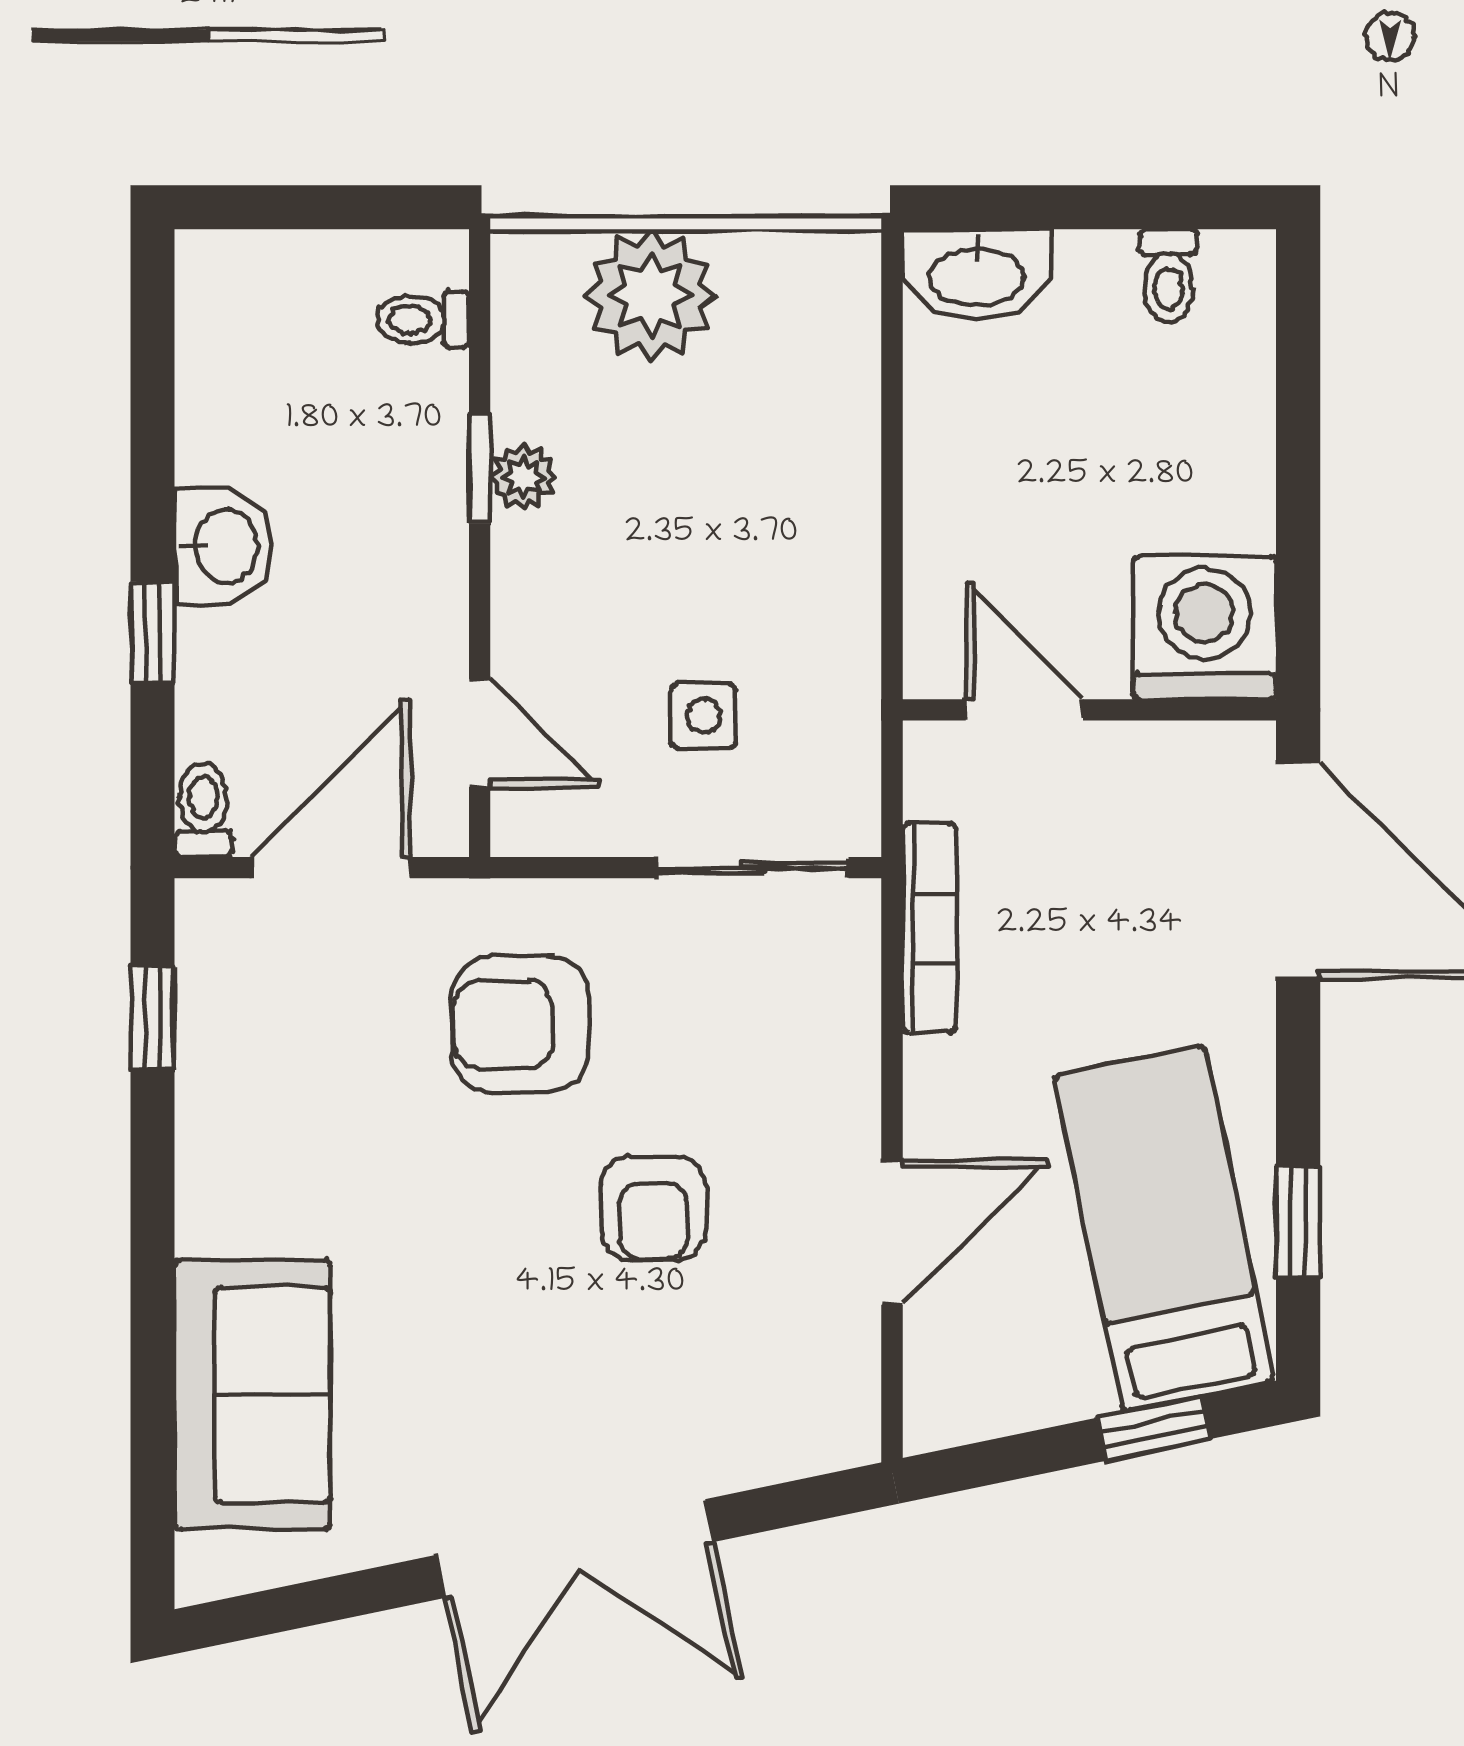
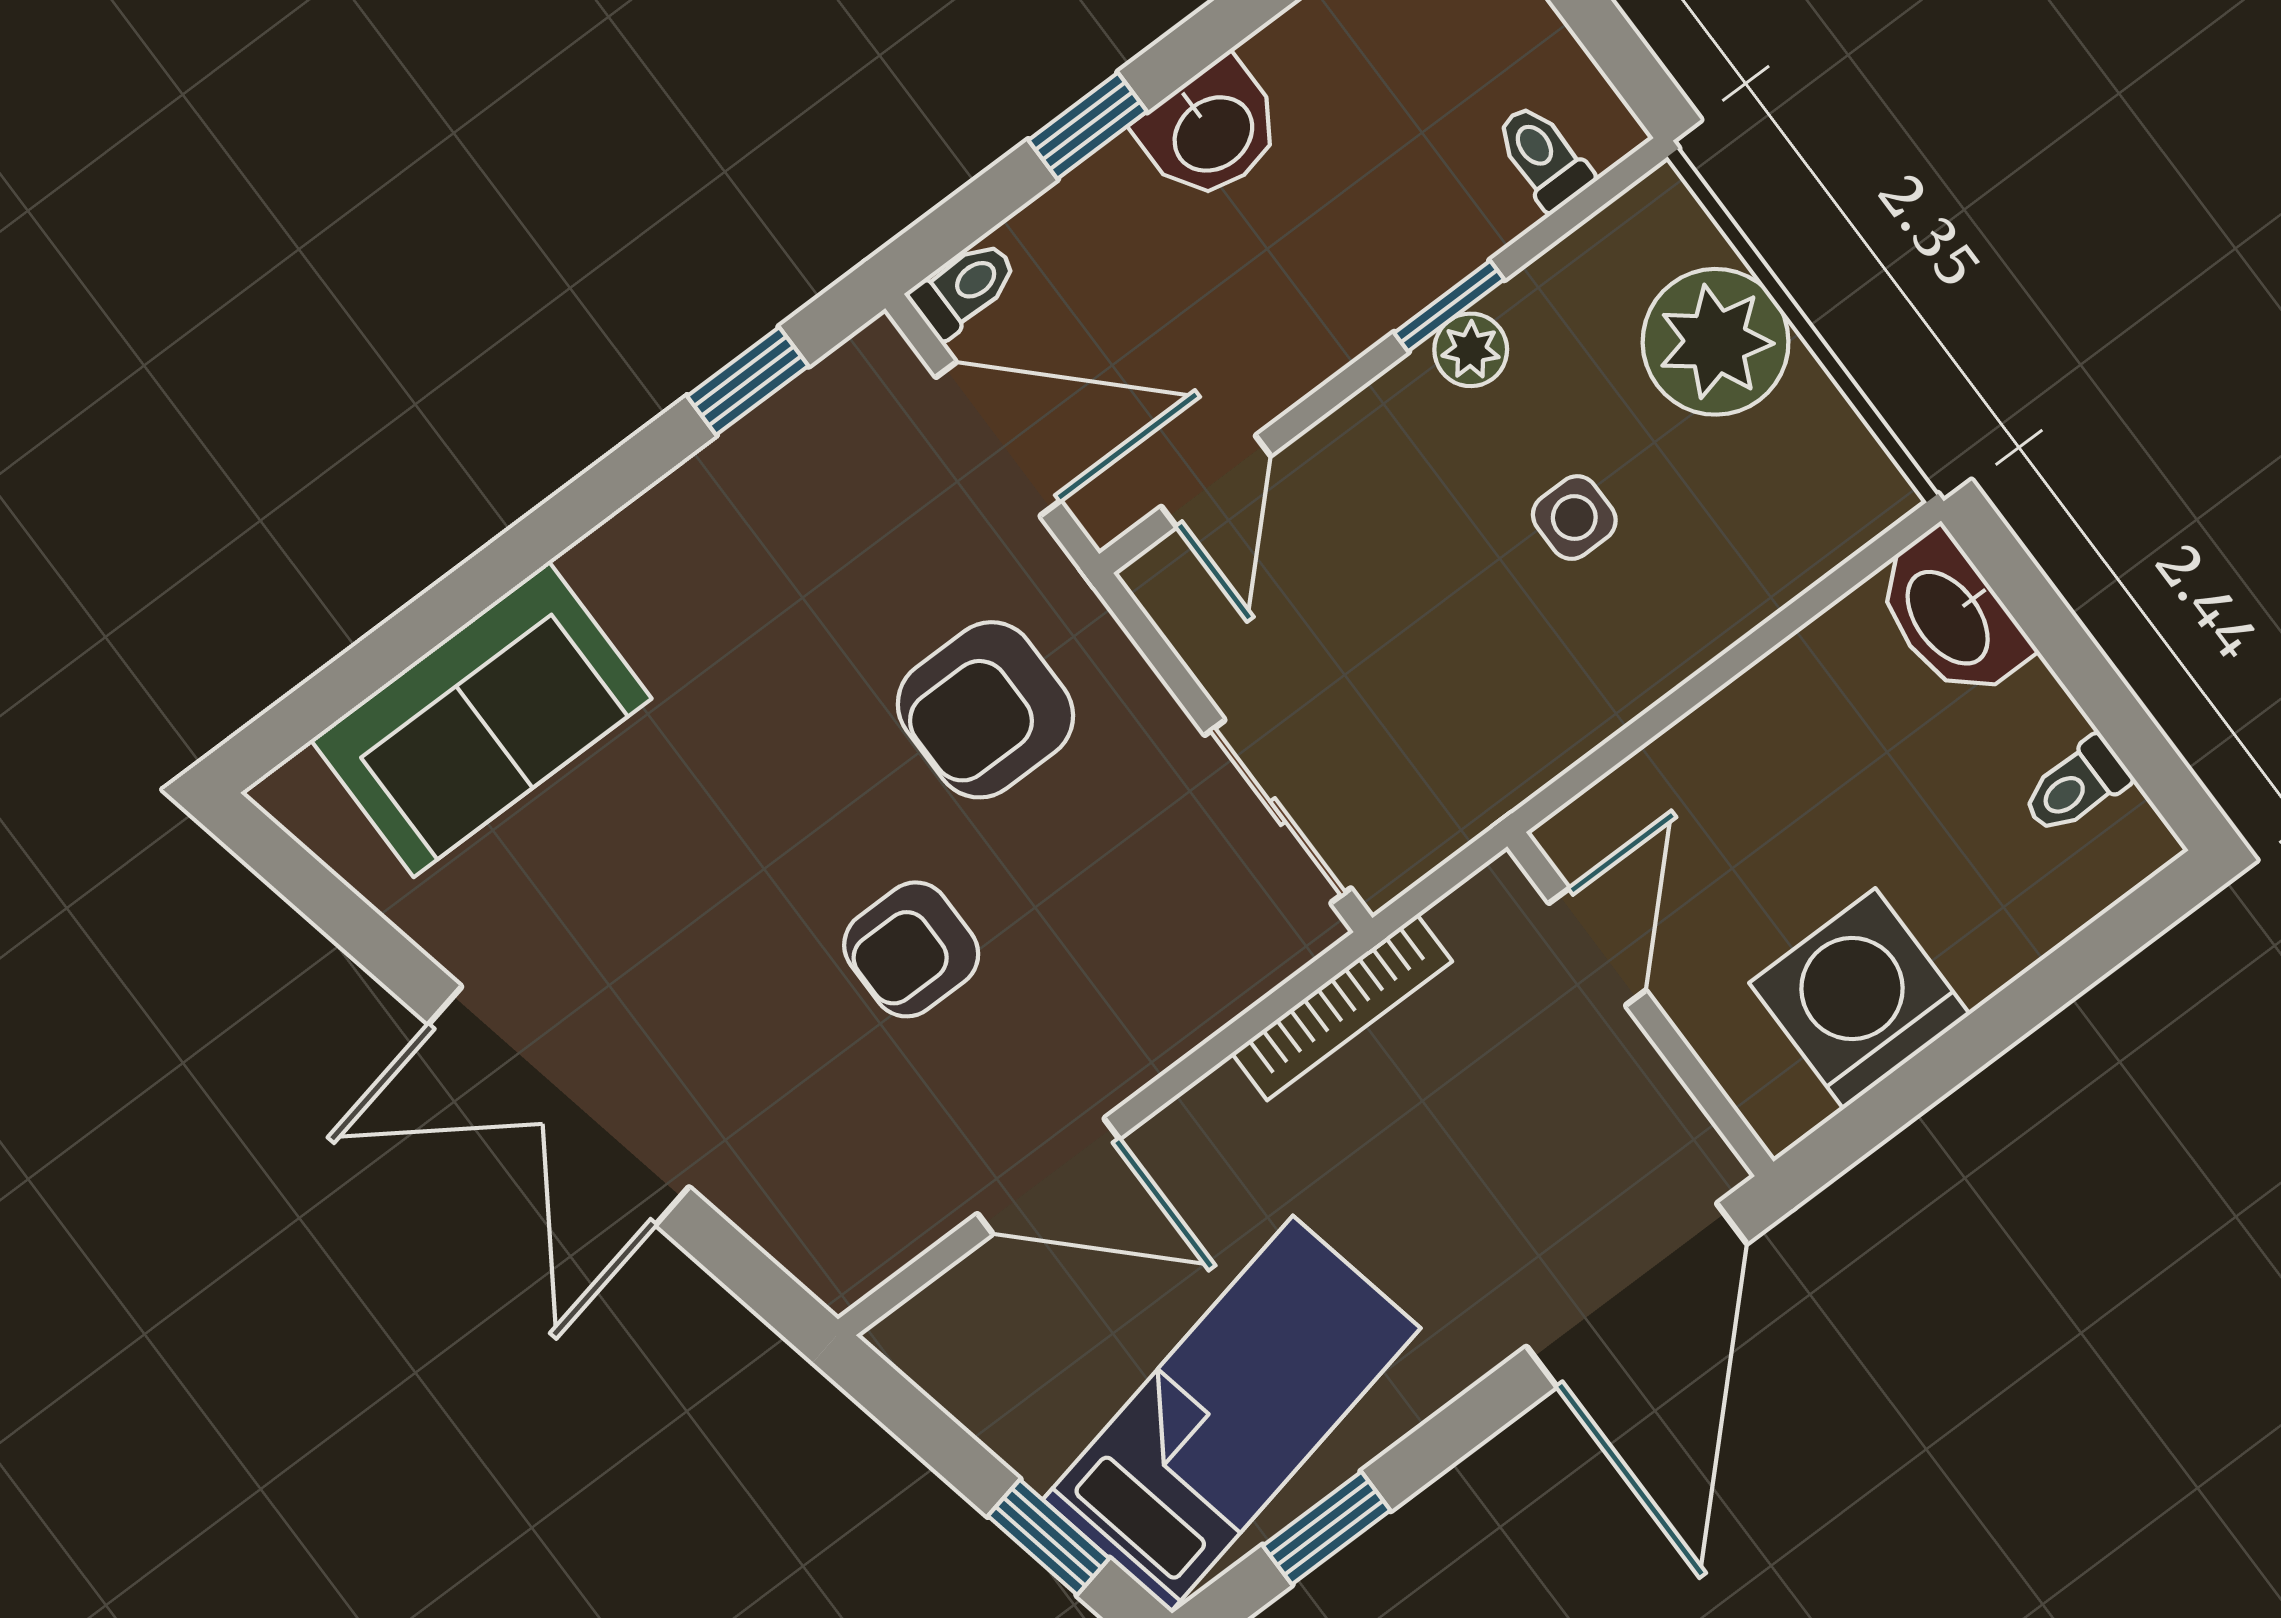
washing machine: (1205, 628) -> (1860, 999), moved, turned -90
side table: (703, 716) -> (1574, 518), moved
armchair: (520, 1024) -> (985, 710), turned -90

